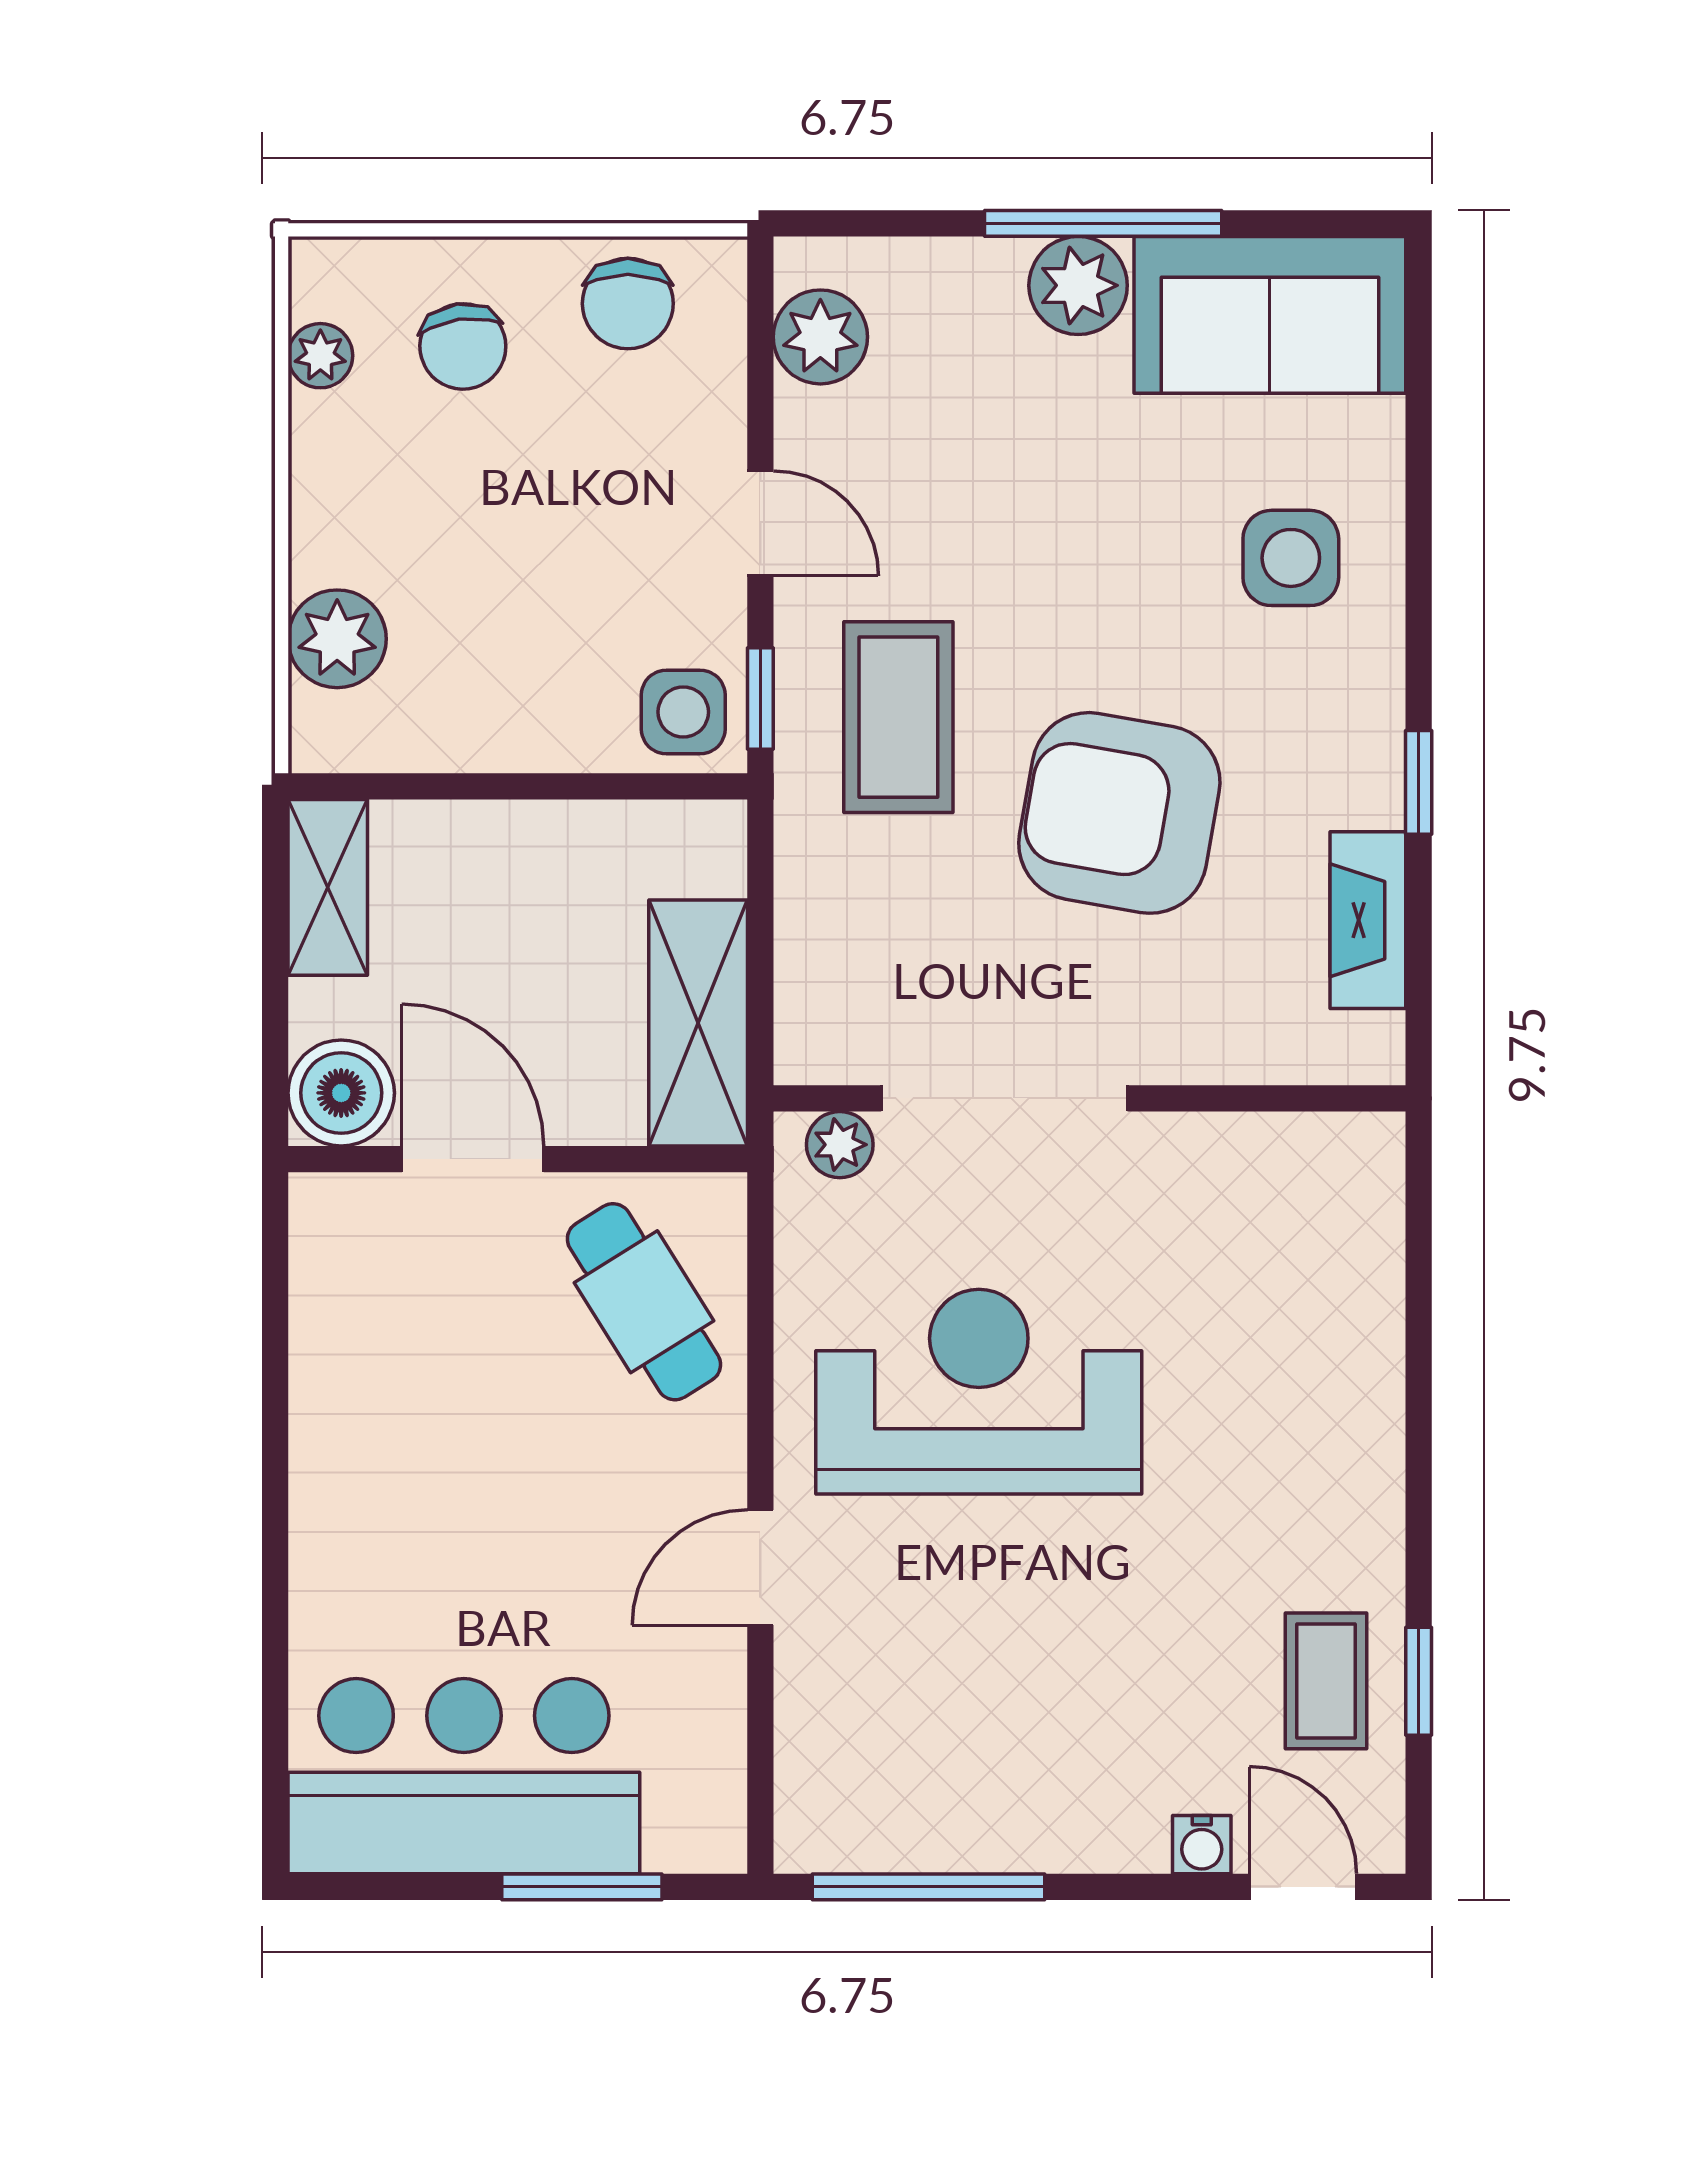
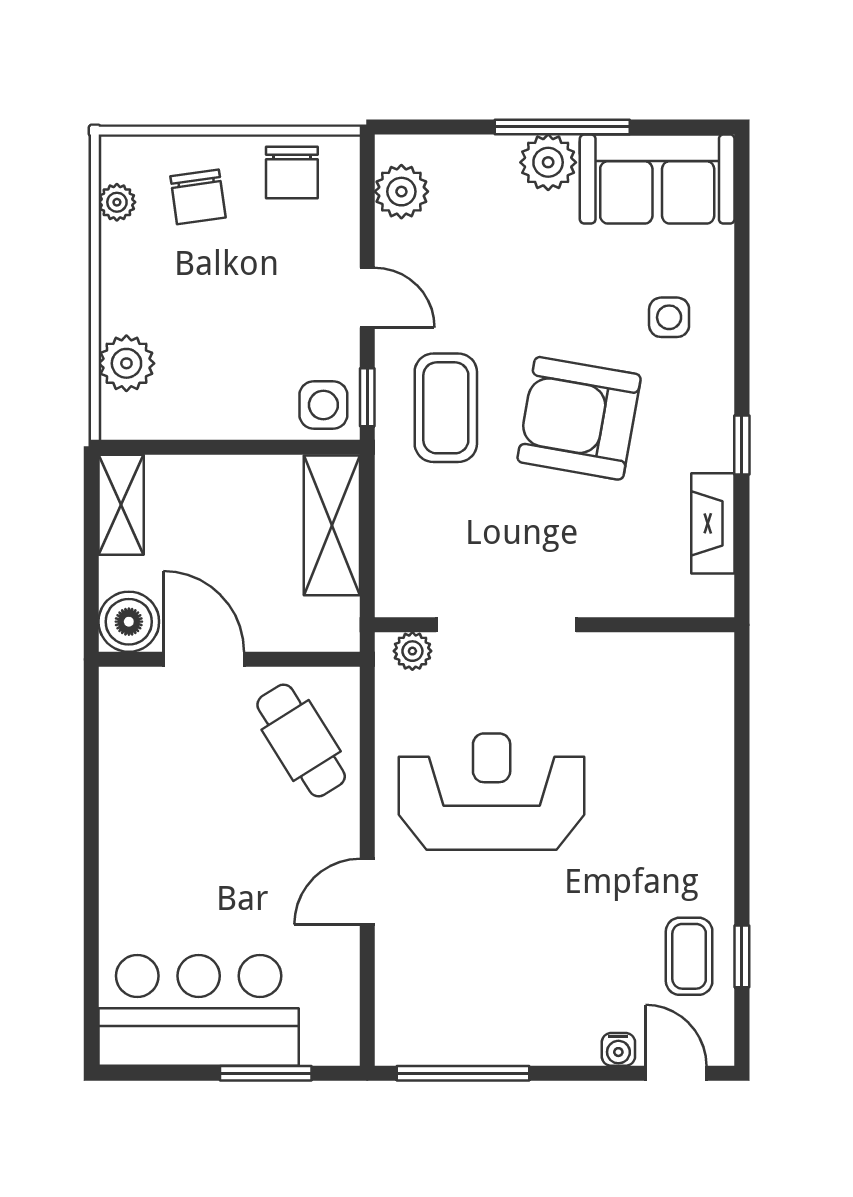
side table: (1291, 558) -> (669, 317), width x0.73, depth x0.73
armchair: (1119, 813) -> (579, 418), moved
shelving: (698, 1023) -> (332, 525), moved

